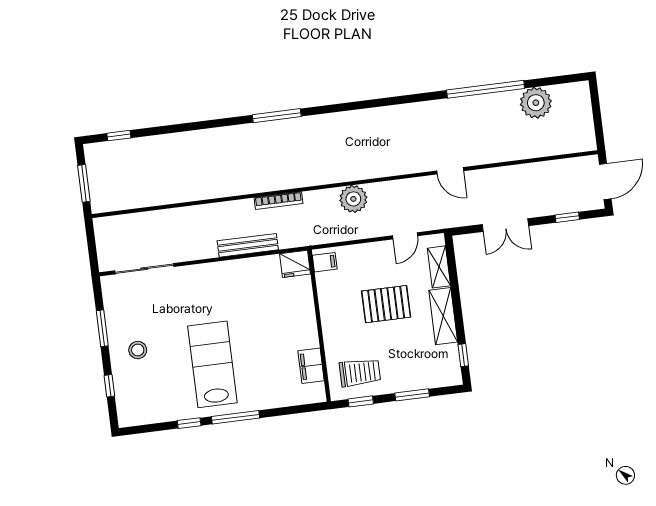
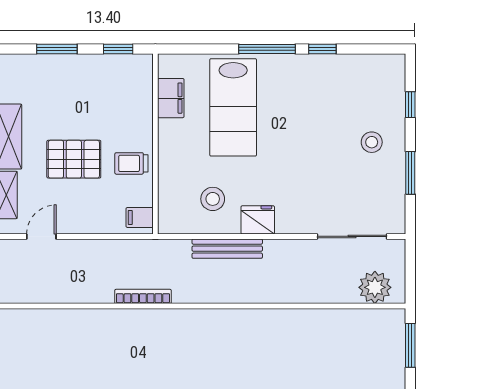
plant: (353, 199) -> (375, 287), moved
bookcase: (279, 201) -> (143, 296), moved
fridge: (295, 264) -> (258, 220), moved
stool: (265, 285) -> (213, 199), added
lab bench: (212, 364) -> (233, 107), moved
trolley: (360, 372) -> (131, 163), moved, width x0.73, depth x0.72

